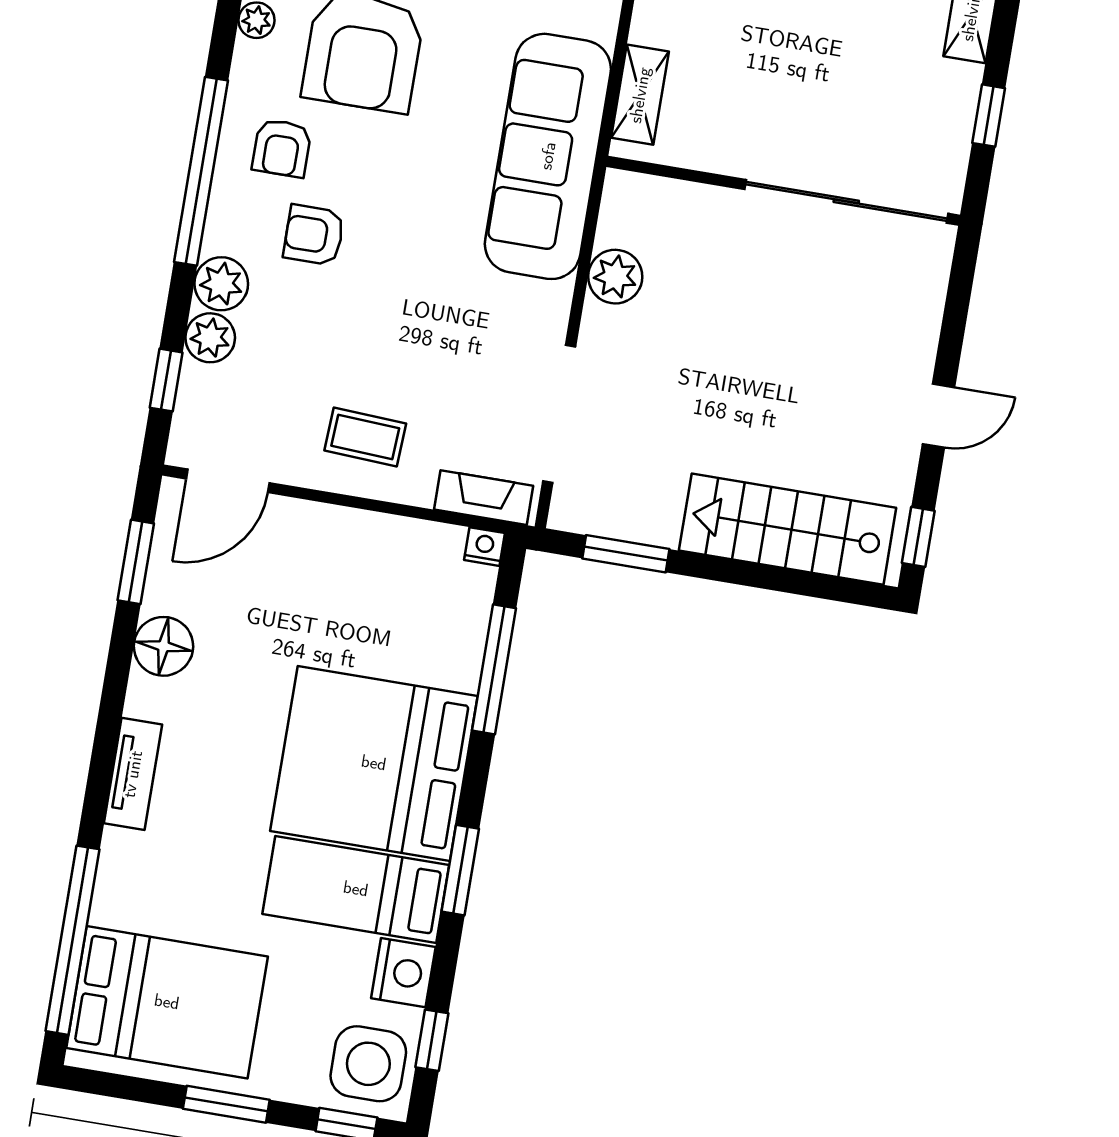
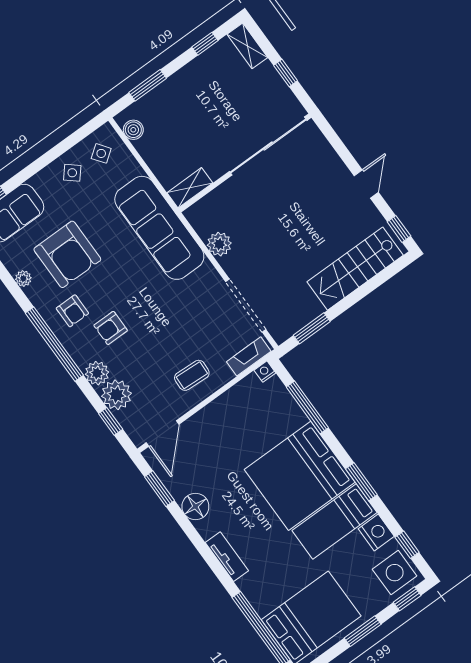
shelving: (640, 95) -> (190, 188), moved, turned 90
plant: (210, 338) -> (117, 395), width x1.36, depth x1.36

